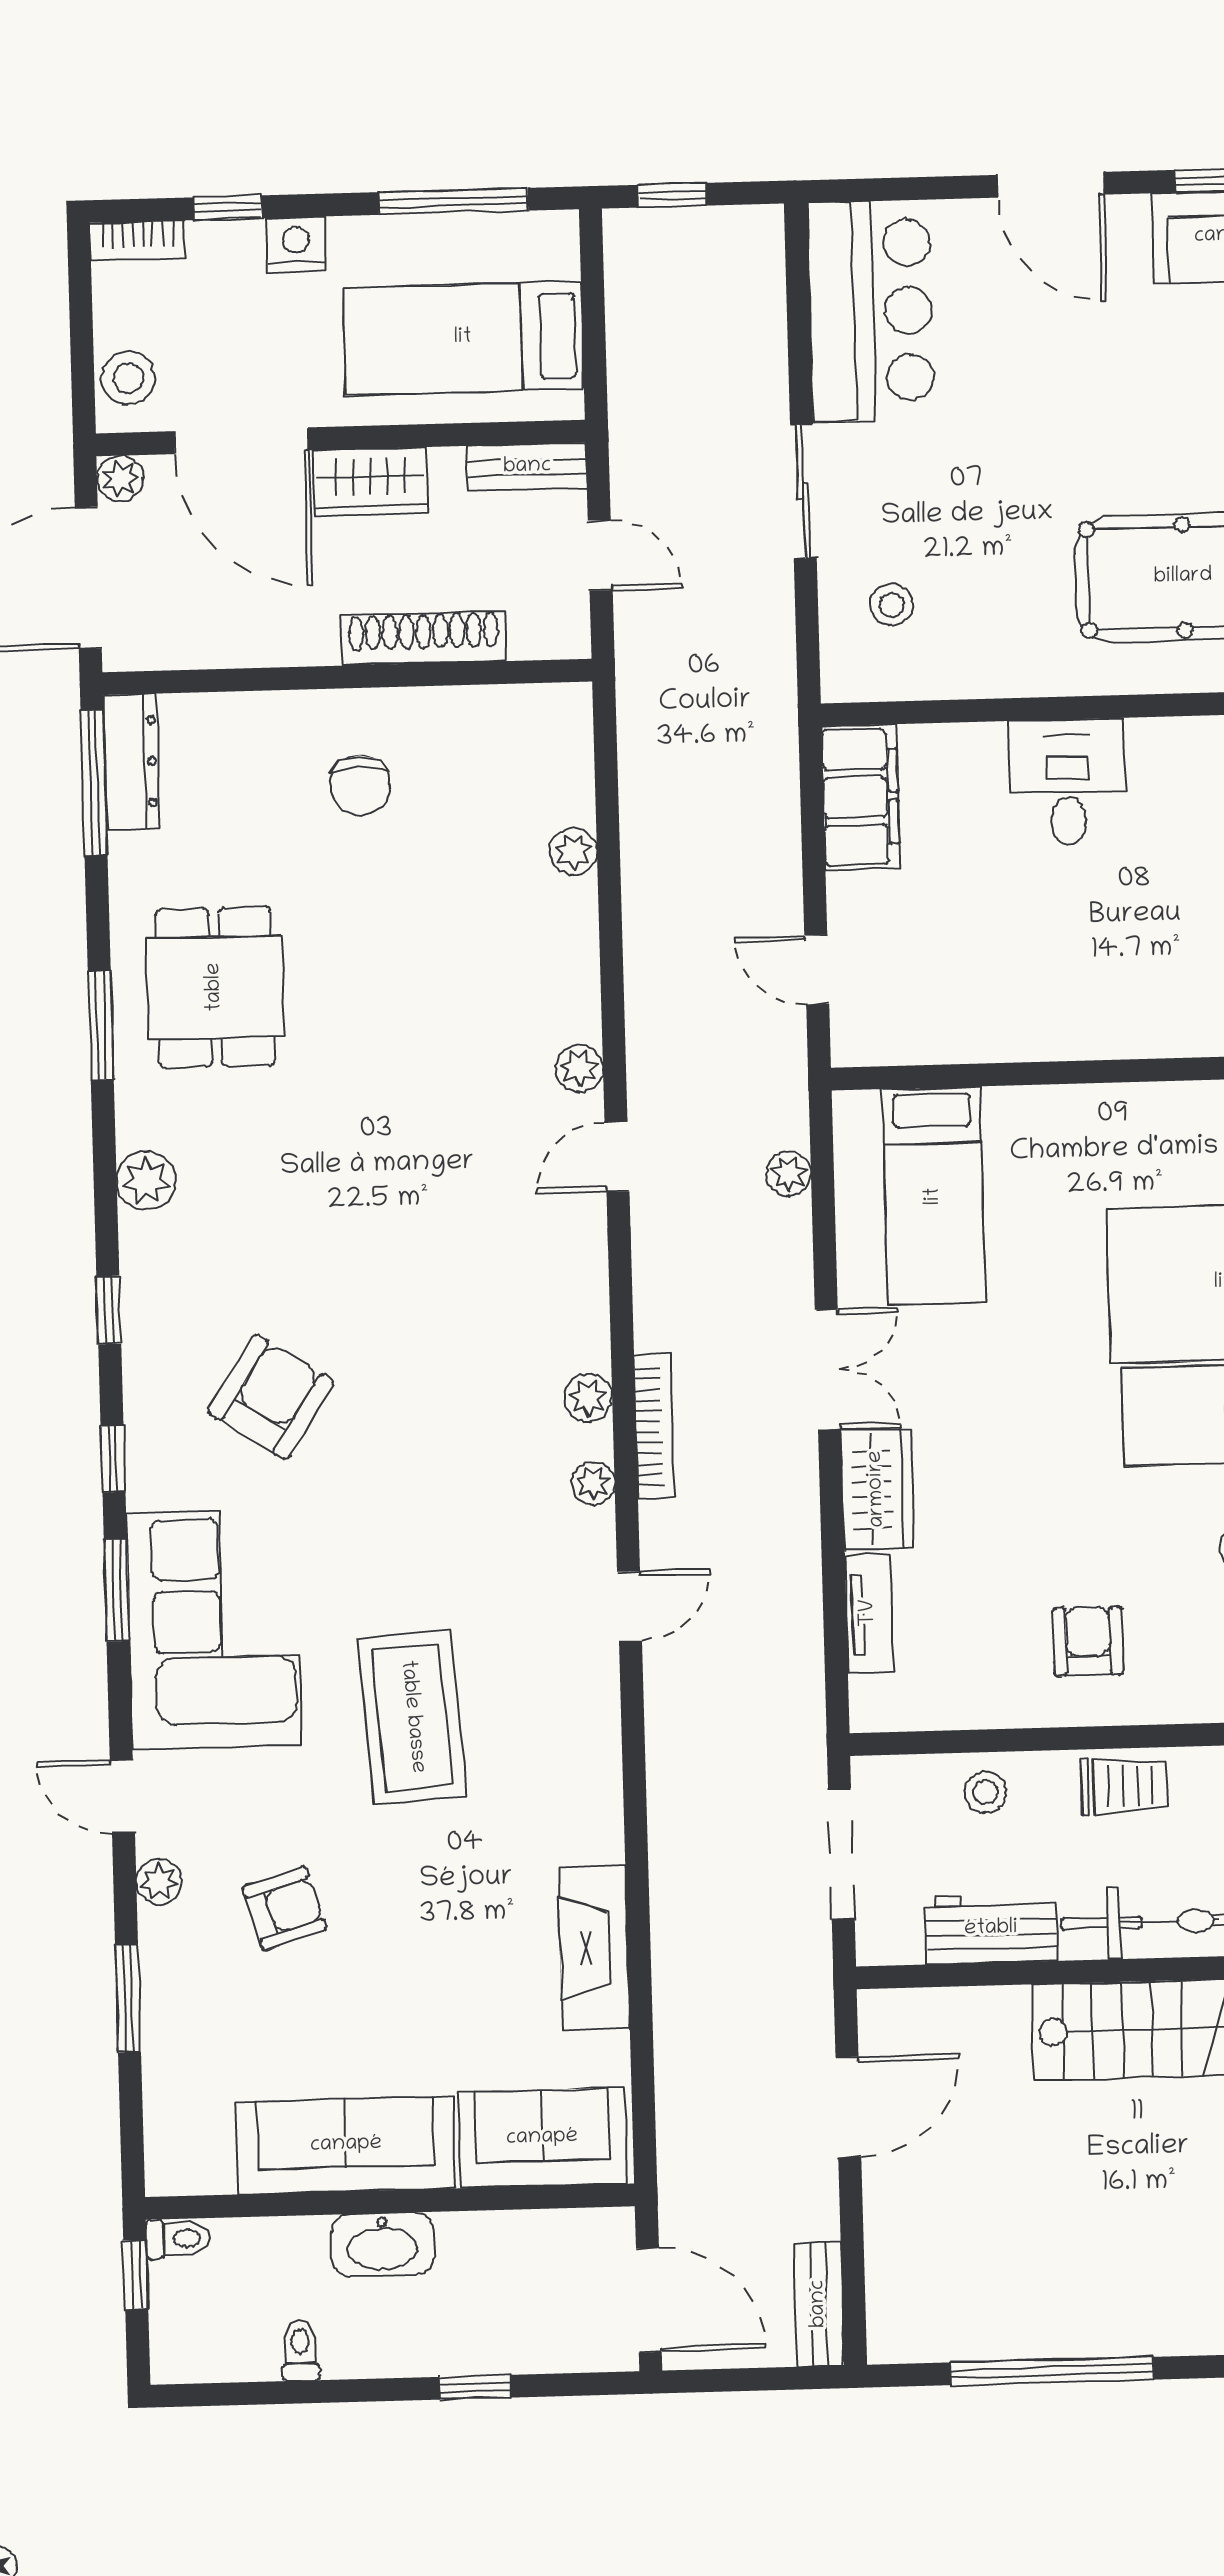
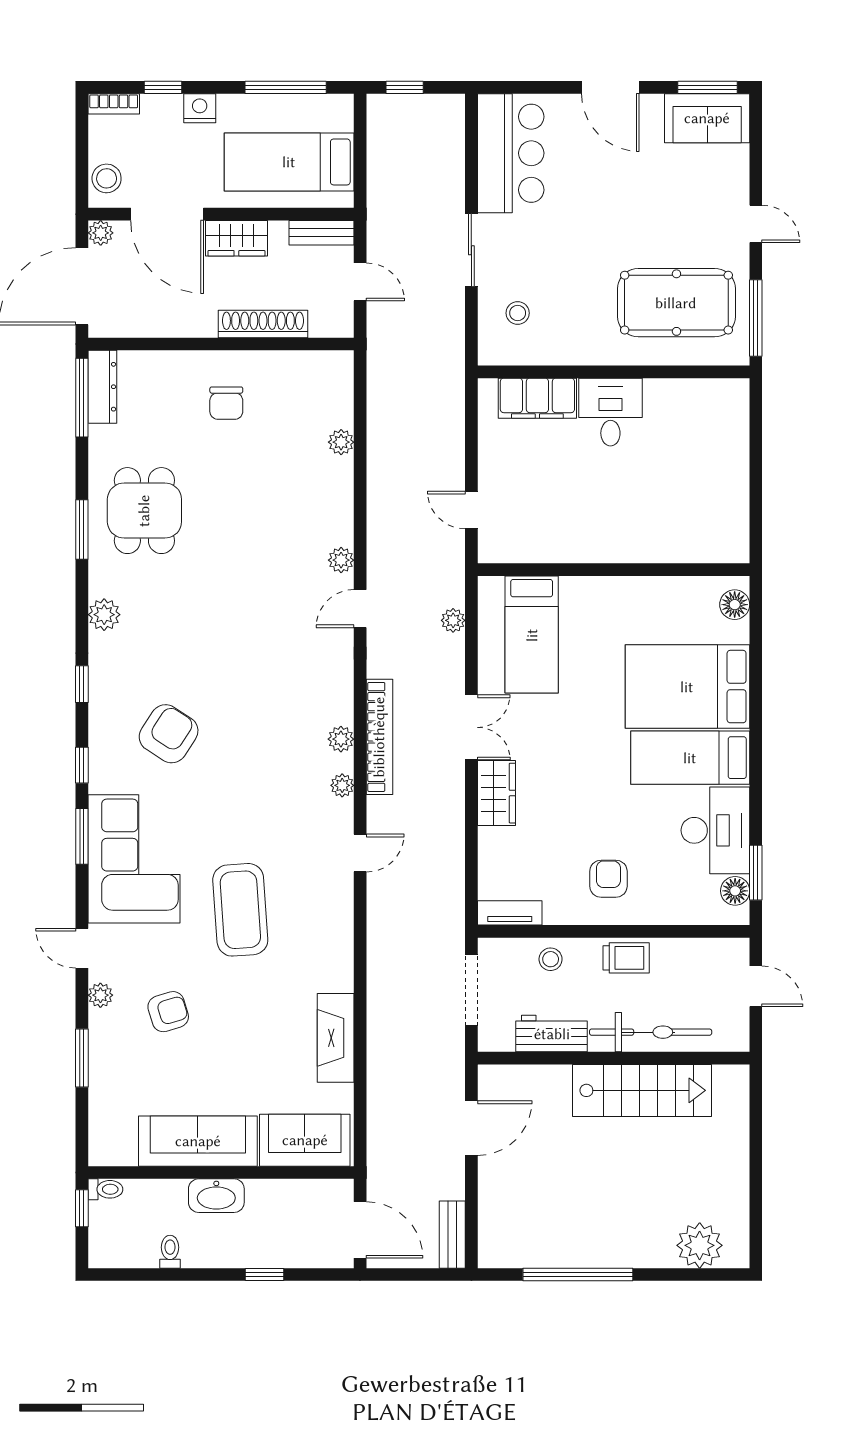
filing cabinet: (861, 797) -> (537, 398), moved, turned 90
bookcase: (654, 1427) -> (379, 737), width x1.48, depth x1.31
tv unit: (869, 1613) -> (510, 913), moved, turned -90

